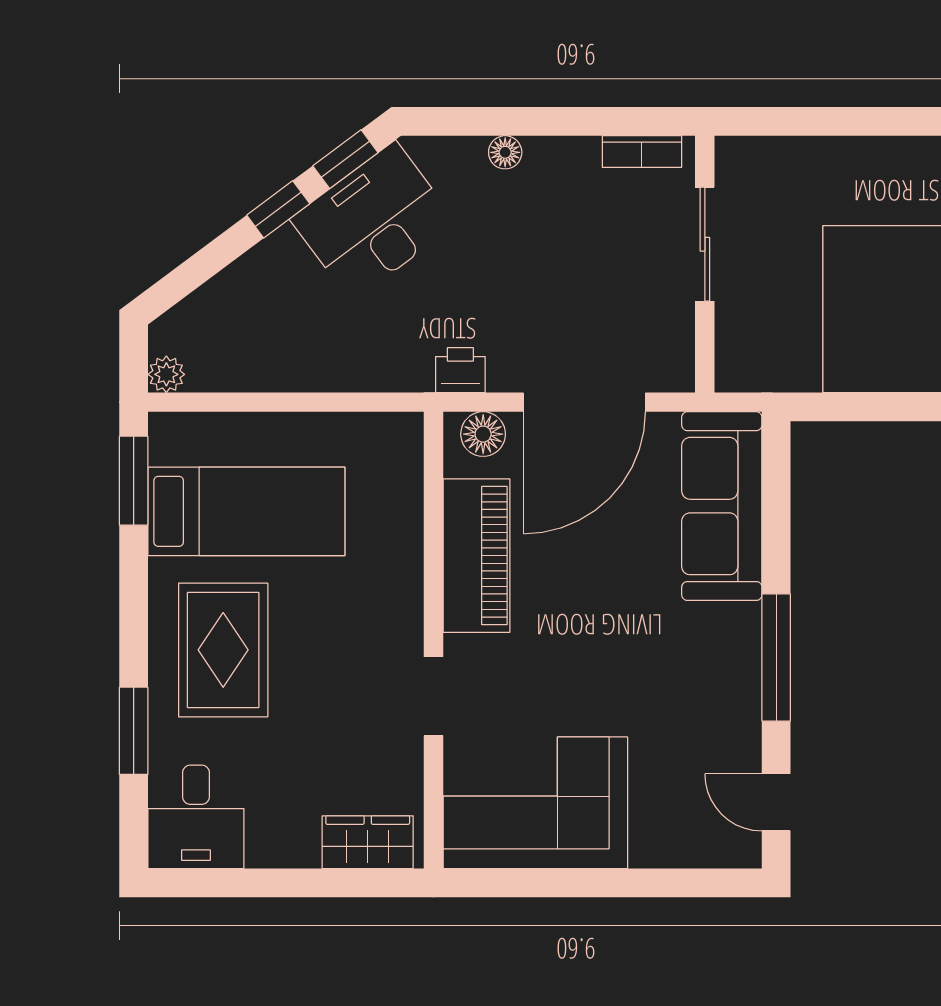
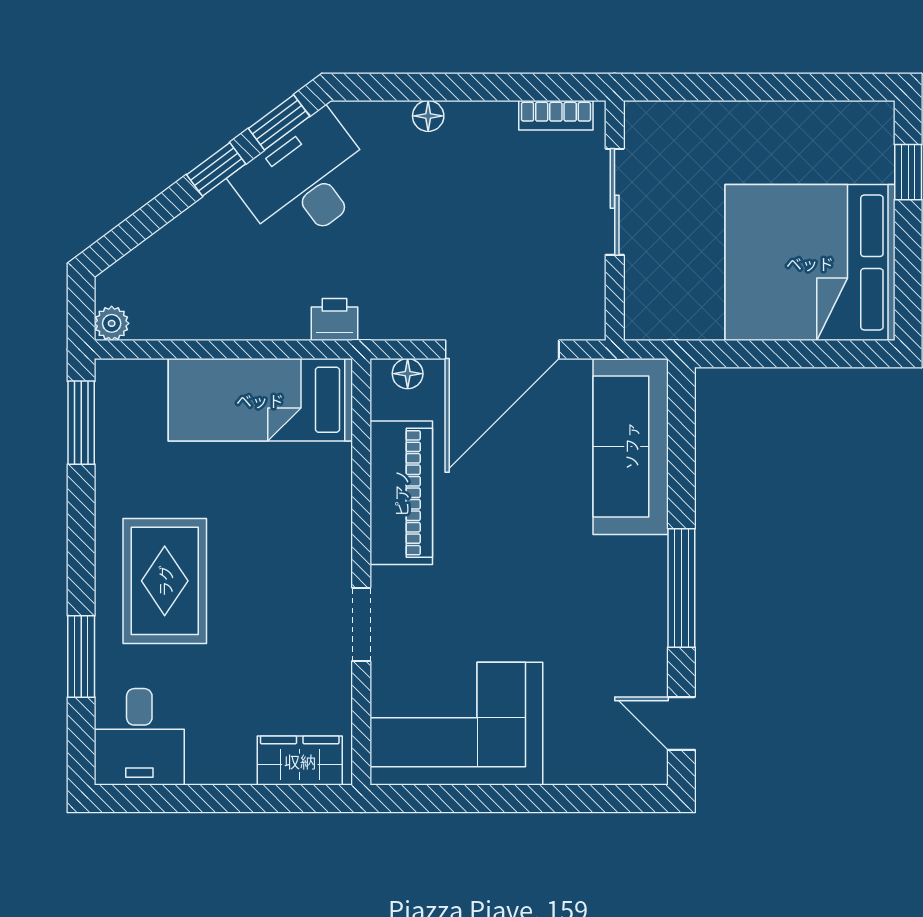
printer: (460, 370) -> (335, 319), moved
floor lamp: (483, 434) -> (408, 374), width x0.73, depth x0.73
bed: (246, 511) -> (260, 400), moved, turned 180

